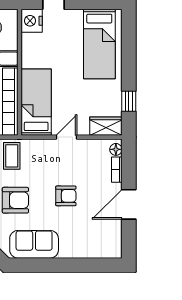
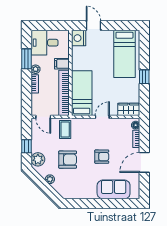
window: (129, 101) -> (144, 77), moved
sofa: (34, 244) -> (114, 189), moved

